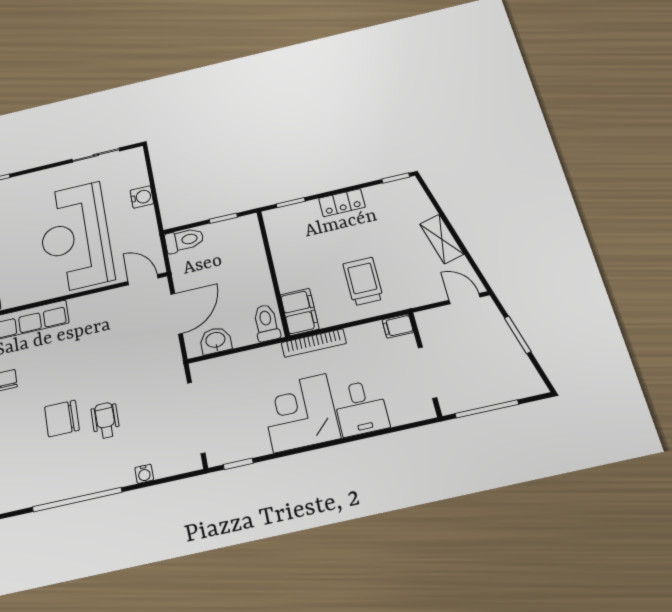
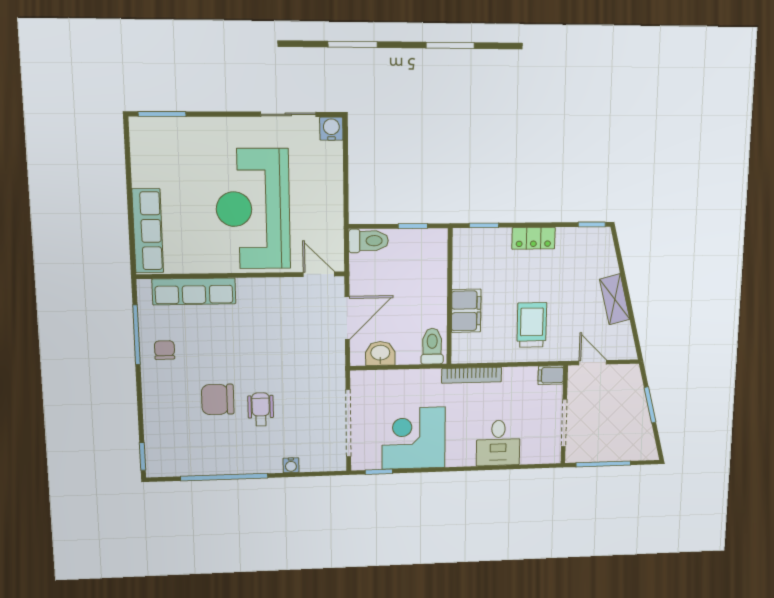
water cooler: (142, 197) -> (331, 129), moved, turned -90
door: (465, 299) -> (593, 363), moved
filing cabinet: (300, 312) -> (466, 311), moved
corner desk: (300, 413) -> (414, 438), moved

